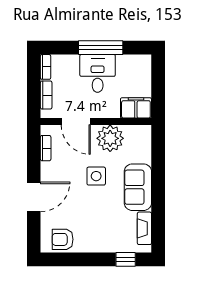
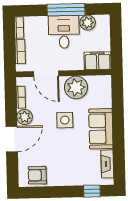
plant: (125, 63) -> (88, 23), added
plant: (49, 171) -> (25, 117), added

